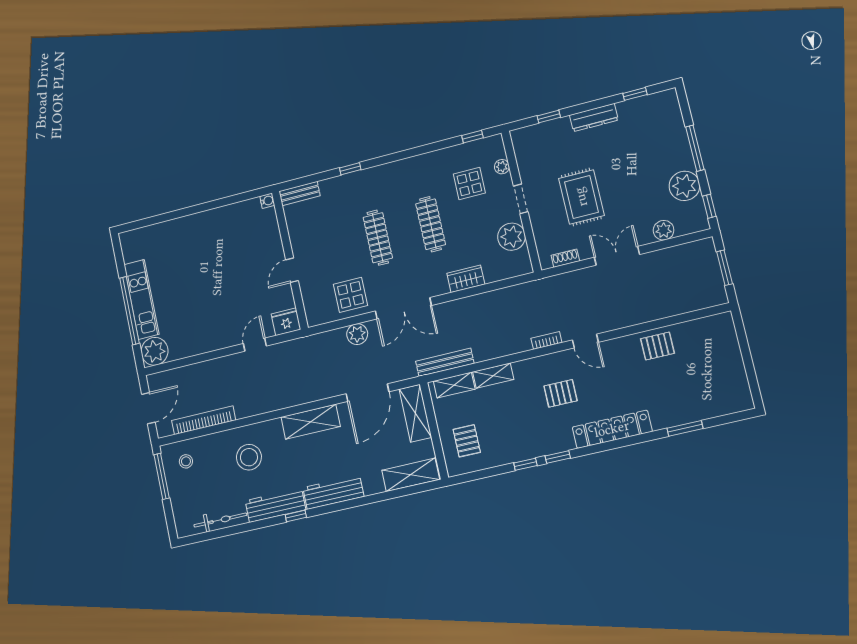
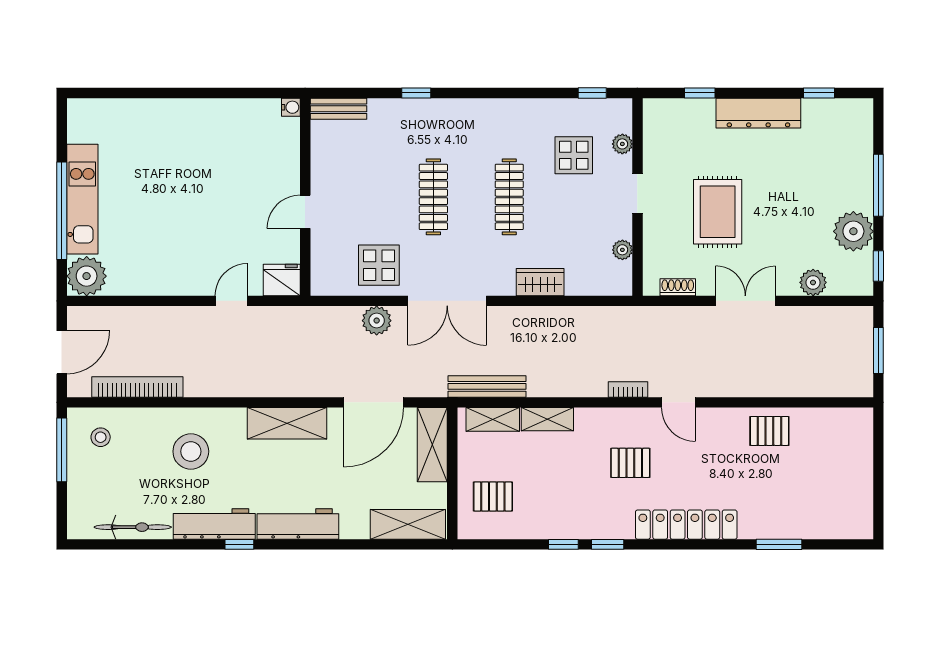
dresser: (594, 118) -> (758, 113), width x1.37, depth x1.24
plant: (512, 237) -> (622, 250), width x0.53, depth x0.53
pallet: (467, 441) -> (493, 496), turned 90

